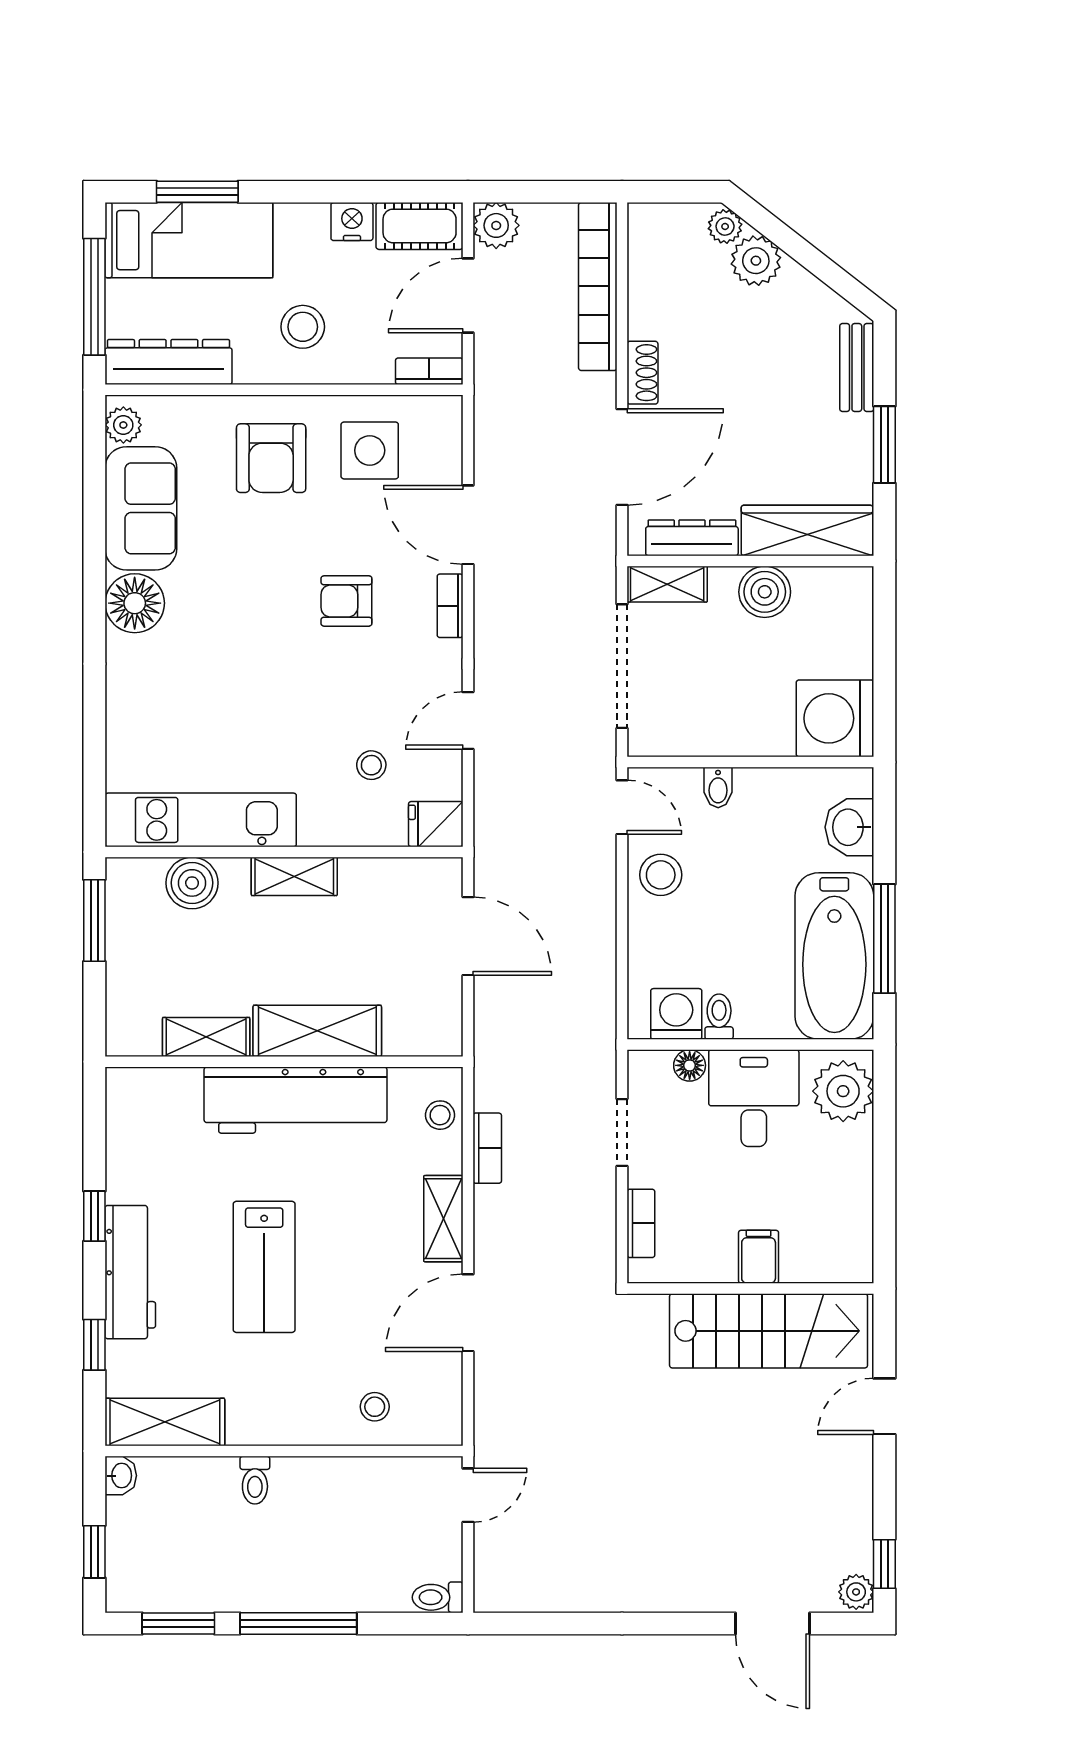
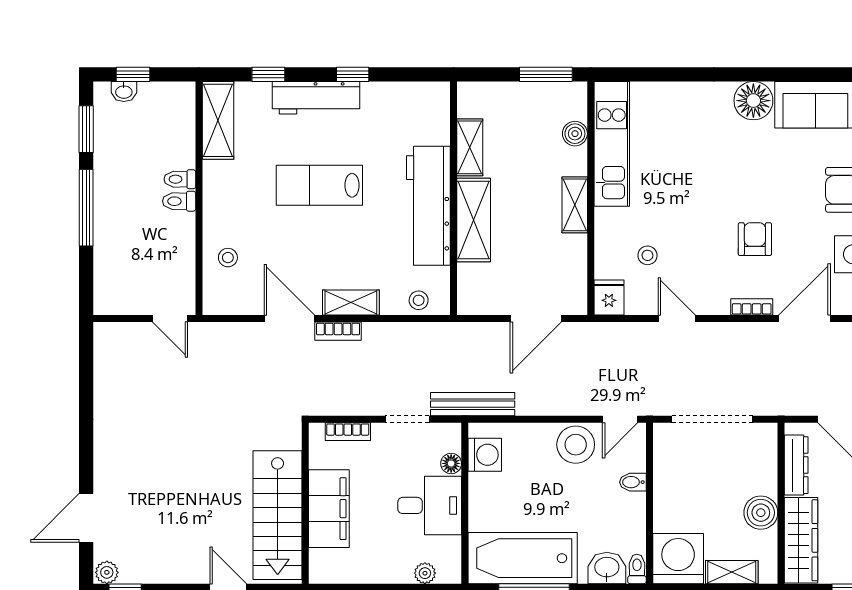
shelving: (667, 584) -> (732, 572), moved, turned 90
stool: (661, 875) -> (576, 445), width x1.38, depth x1.38
boiler: (192, 883) -> (575, 134), width x0.73, depth x0.73
toilet: (719, 1017) -> (637, 569), moved, turned -90
bench: (599, 1032) -> (473, 404), added
plant: (843, 1091) -> (425, 573), width x0.53, depth x0.53
bookcase: (487, 1148) -> (338, 331), moved
filing cabinet: (759, 1257) -> (329, 509), width x3.00, depth x1.17
washbasin: (121, 1476) -> (124, 91), moved
toilet: (438, 1597) -> (179, 201), moved, turned -90

